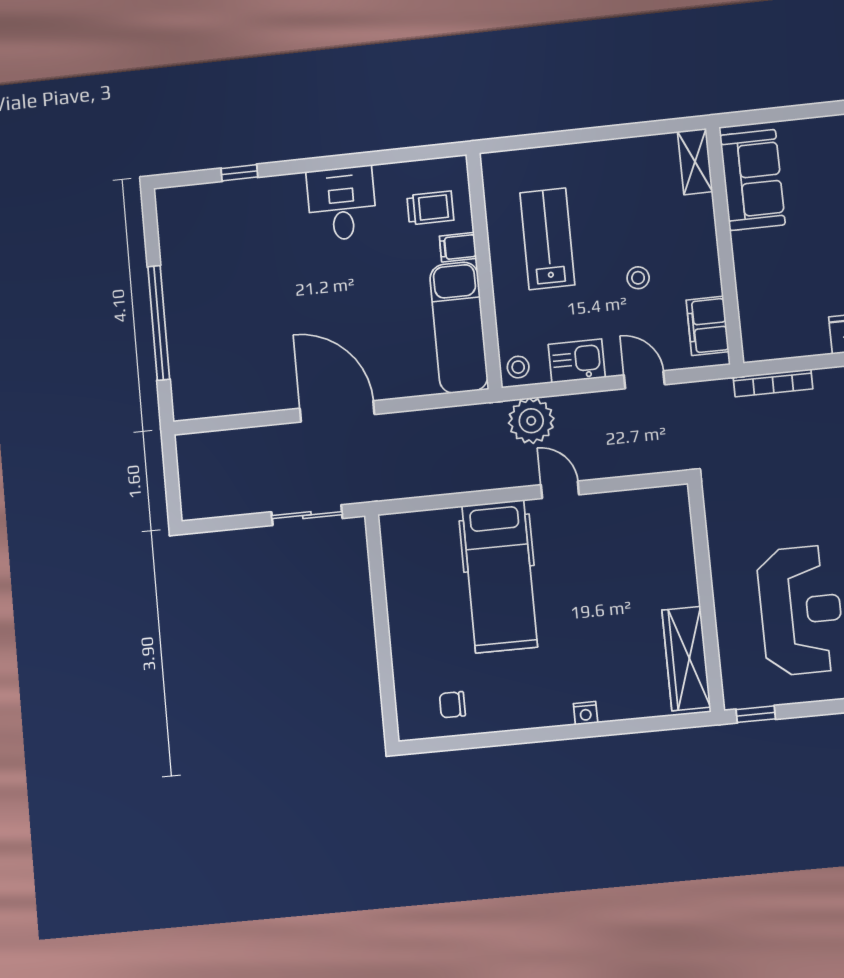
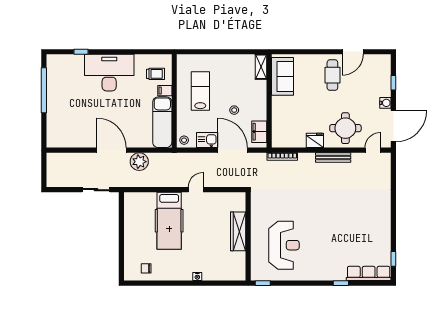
desk: (342, 204) -> (109, 73), width x1.87, depth x1.30
window: (159, 323) -> (44, 90), moved
door: (644, 380) -> (233, 150), width x1.88
plant: (531, 421) -> (139, 162), moved
door: (560, 490) -> (196, 190), hinge flipped
wardrobe: (686, 658) -> (238, 231), moved

